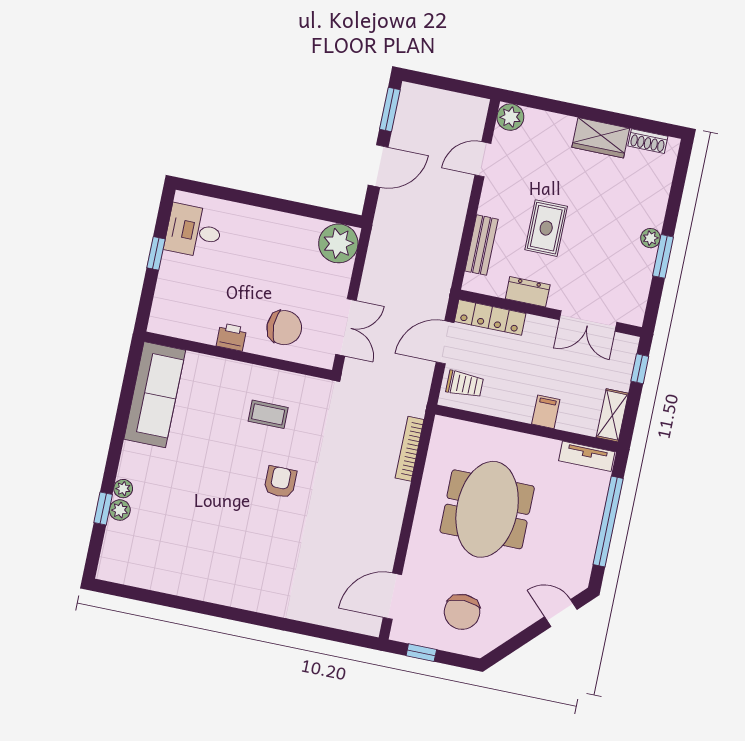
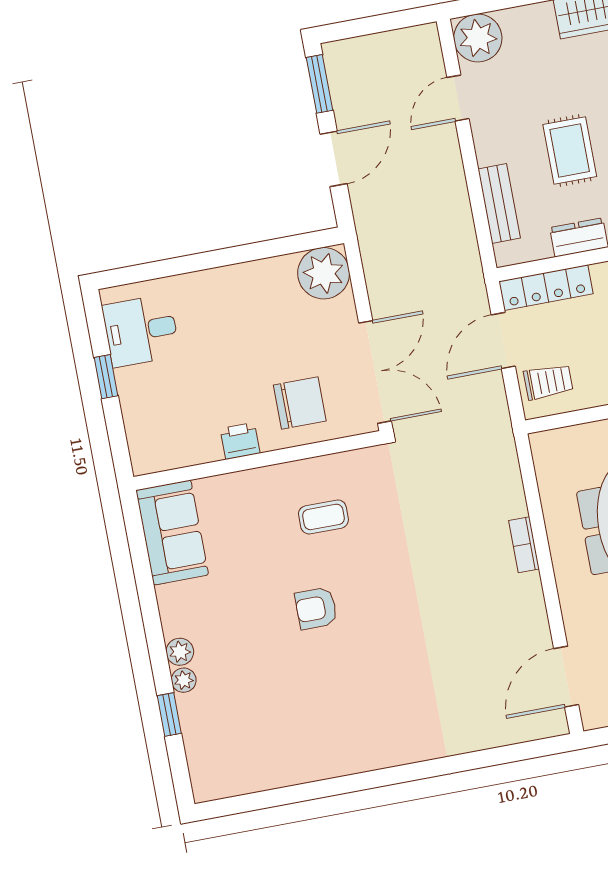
plant: (510, 117) -> (478, 38), width x1.36, depth x1.36
double door: (346, 327) -> (375, 372), width x1.37
sofa: (155, 395) -> (172, 533), width x0.73
bookcase: (410, 449) -> (524, 545), moved, width x0.64
armchair: (280, 482) -> (316, 608), moved, turned -90
plant: (120, 510) -> (180, 652), moved

